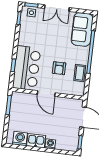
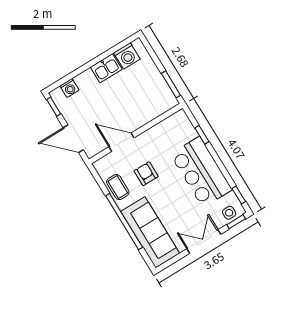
sofa: (82, 29) -> (150, 232), width x1.36
bar counter: (27, 68) -> (201, 172), moved
door: (46, 94) -> (122, 142), moved
washing machine: (50, 144) -> (69, 88), moved

